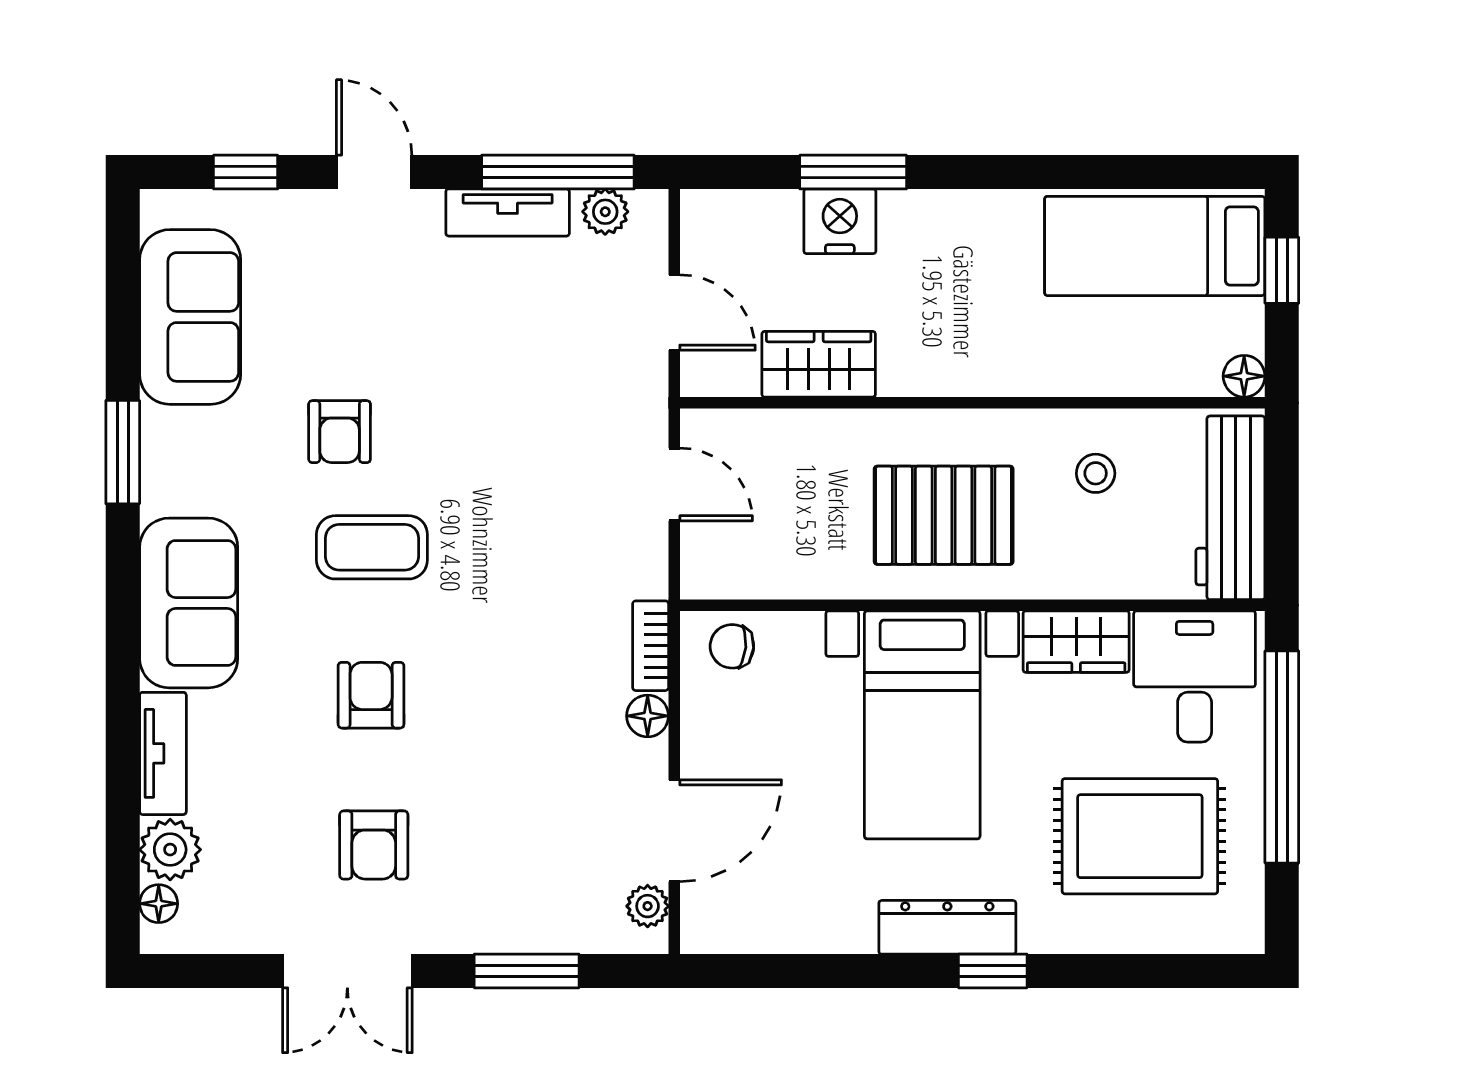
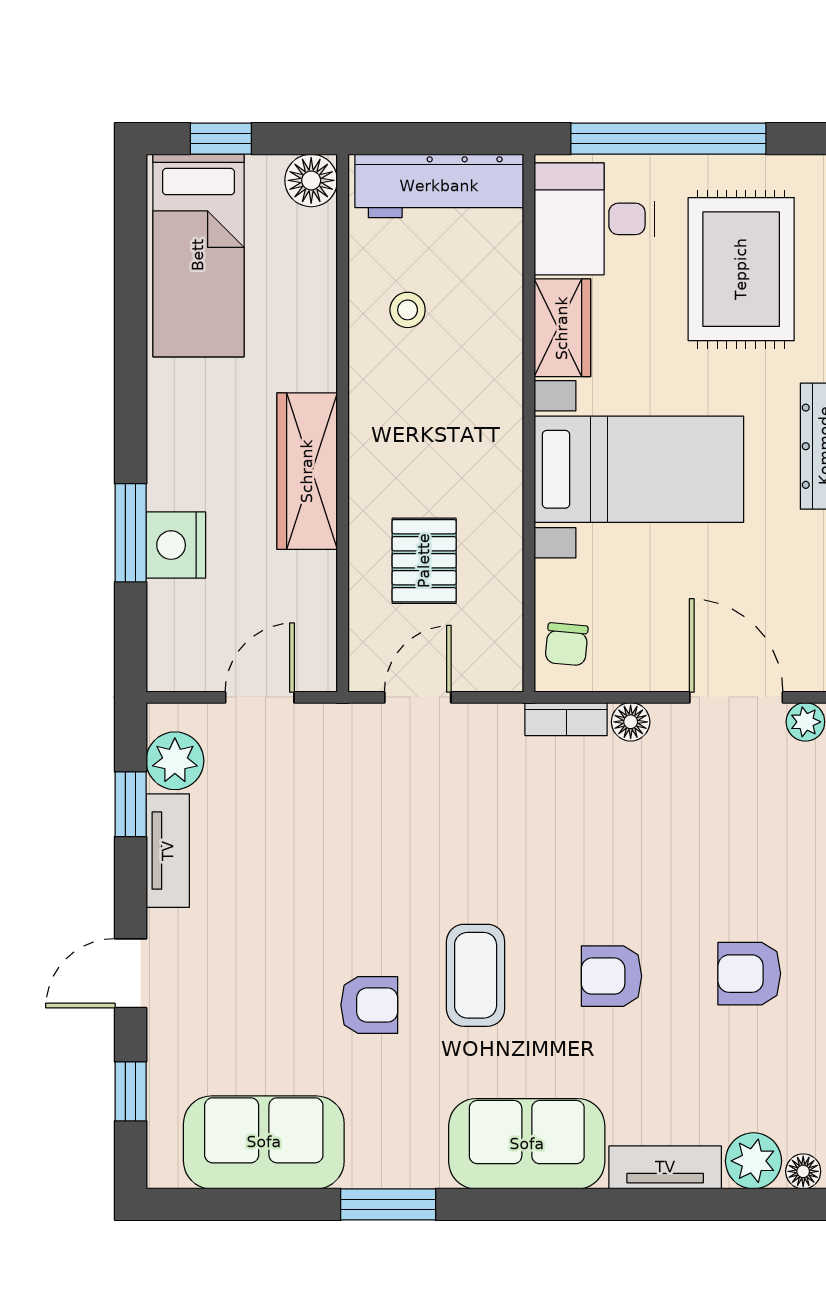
window: (558, 172) -> (131, 804), width x0.46
plant: (605, 212) -> (175, 761), width x1.38, depth x1.38
wardrobe: (819, 364) -> (307, 471), moved, width x1.50
floor lamp: (1244, 376) -> (311, 180), width x1.37, depth x1.37
pallet: (944, 515) -> (424, 561), moved, width x0.67, depth x0.71
armchair: (374, 845) -> (749, 974), turned 180

